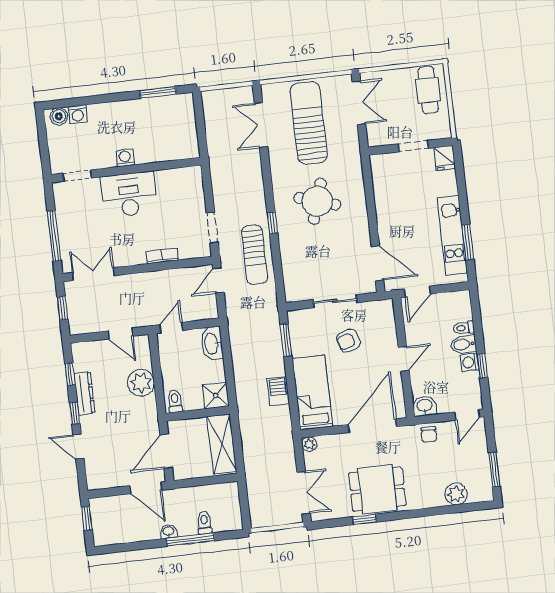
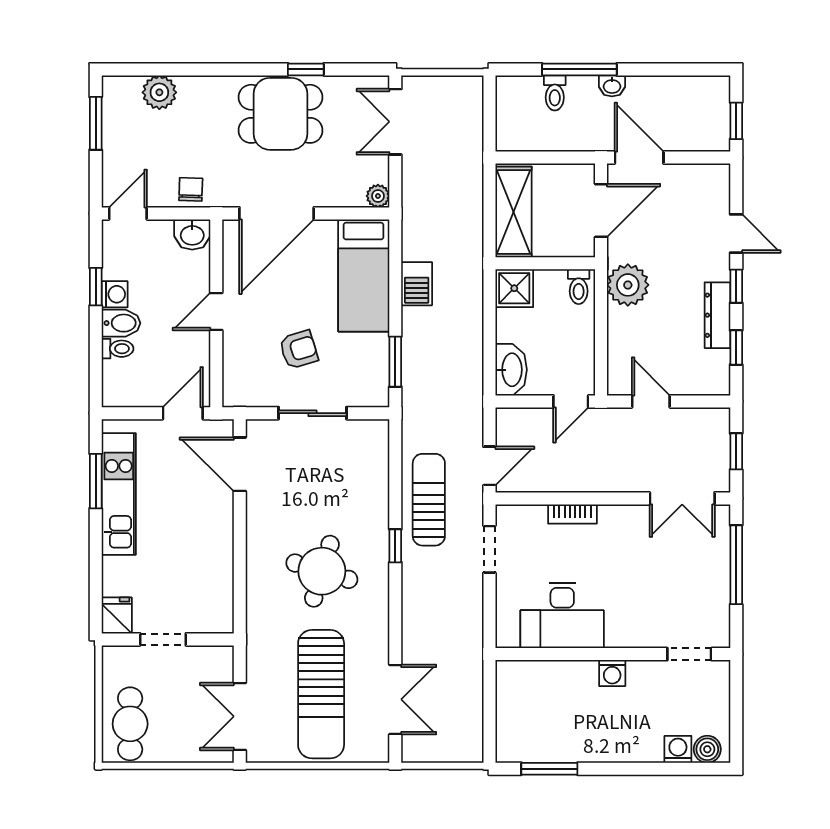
desk: (129, 195) -> (562, 615), moved
plant: (141, 383) -> (628, 285), moved

